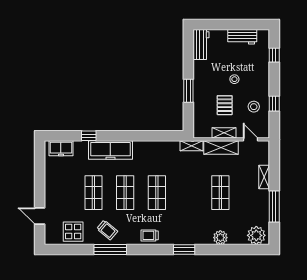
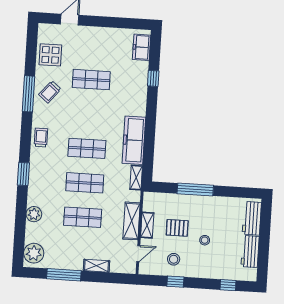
workbench: (201, 44) -> (252, 218), moved, turned 90
window: (188, 91) -> (195, 189), width x1.44
shelving: (191, 146) -> (136, 178), moved
freezer: (110, 150) -> (134, 140), moved
shop shelf: (125, 193) -> (85, 183), moved

